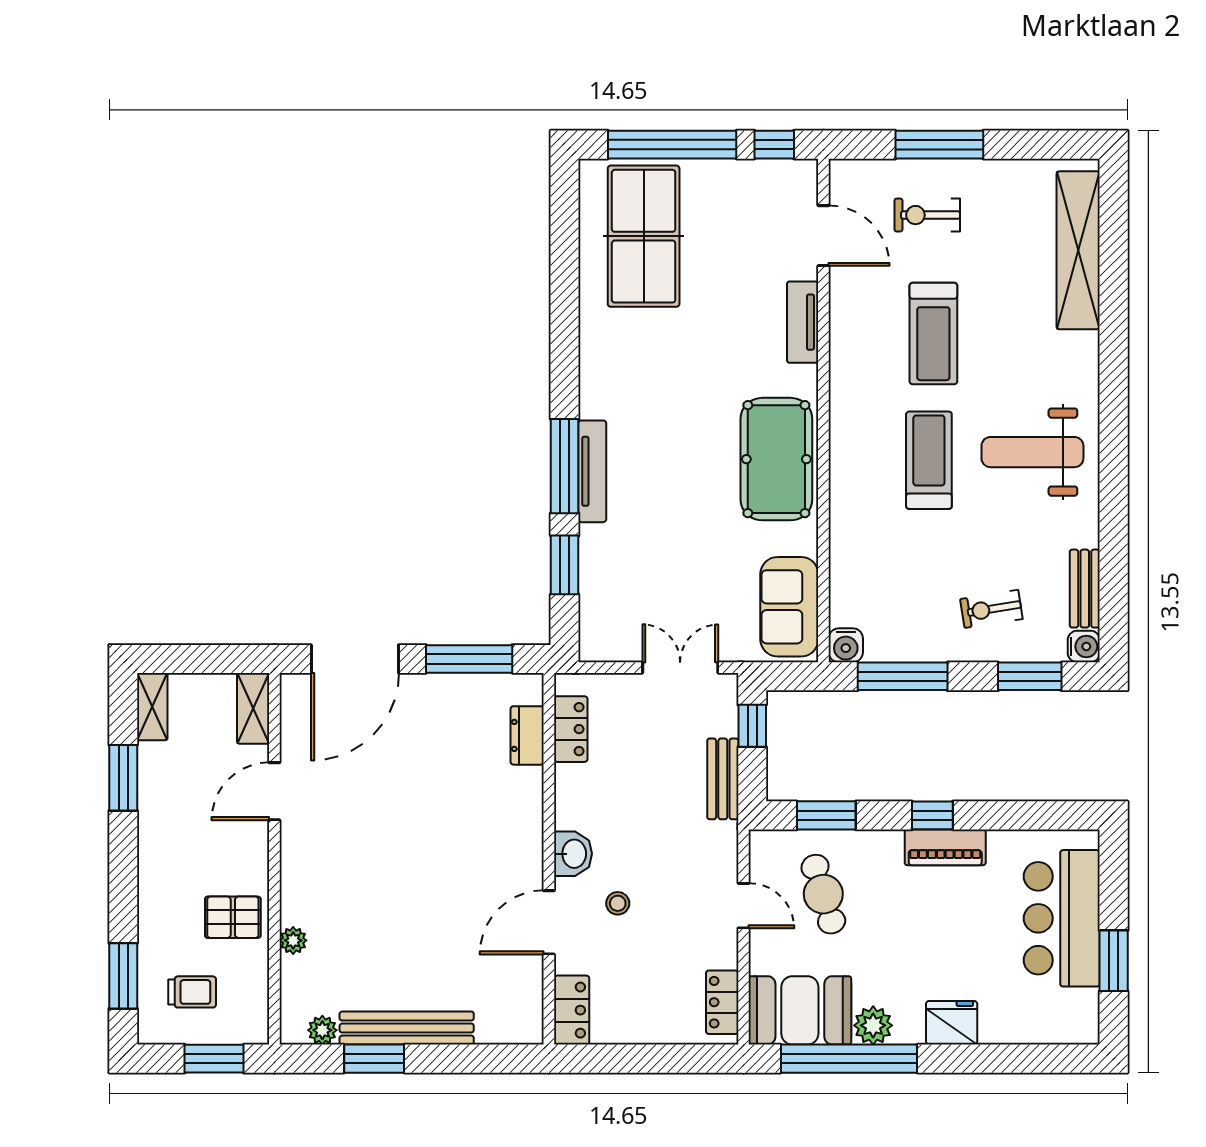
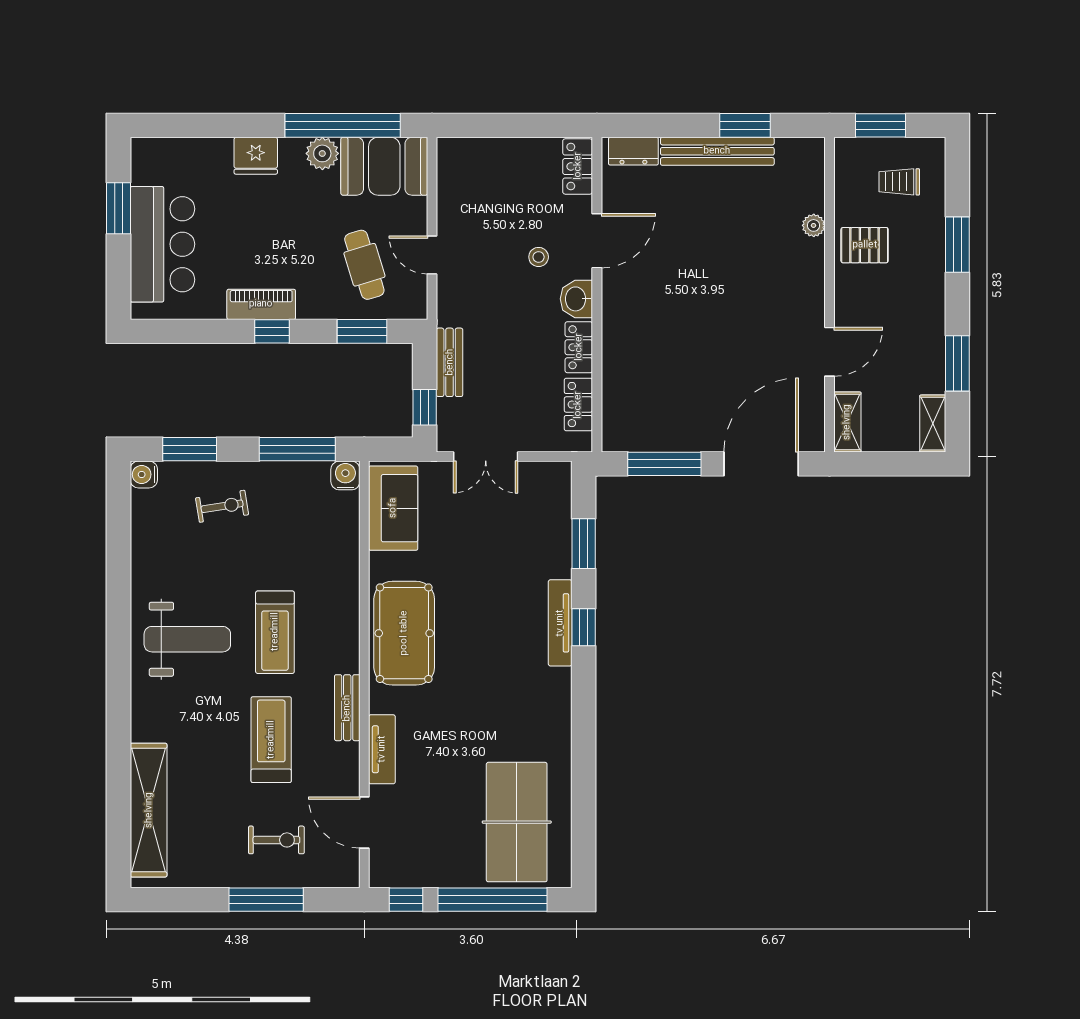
window: (565, 466) -> (584, 627), width x0.46
bench: (1085, 589) -> (347, 708), moved
dresser: (527, 735) -> (633, 151), moved, turned 90
window: (123, 976) -> (957, 245), moved
locker: (722, 1002) -> (579, 347), moved, turned 180
plant: (322, 1030) -> (789, 149), removed

